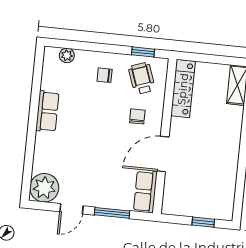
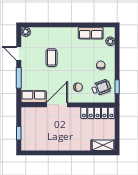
row of seats: (47, 111) -> (91, 33), moved
door: (163, 154) -> (57, 105), hinge flipped
coffee table: (84, 155) -> (51, 58), added
plant: (44, 188) -> (26, 32), width x0.53, depth x0.53

